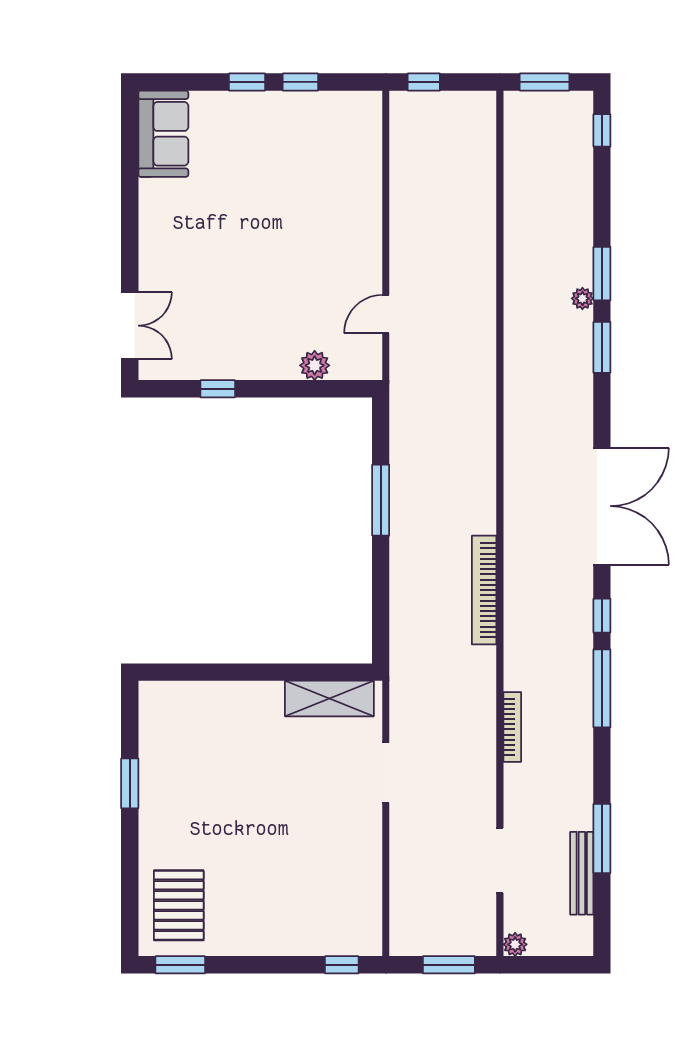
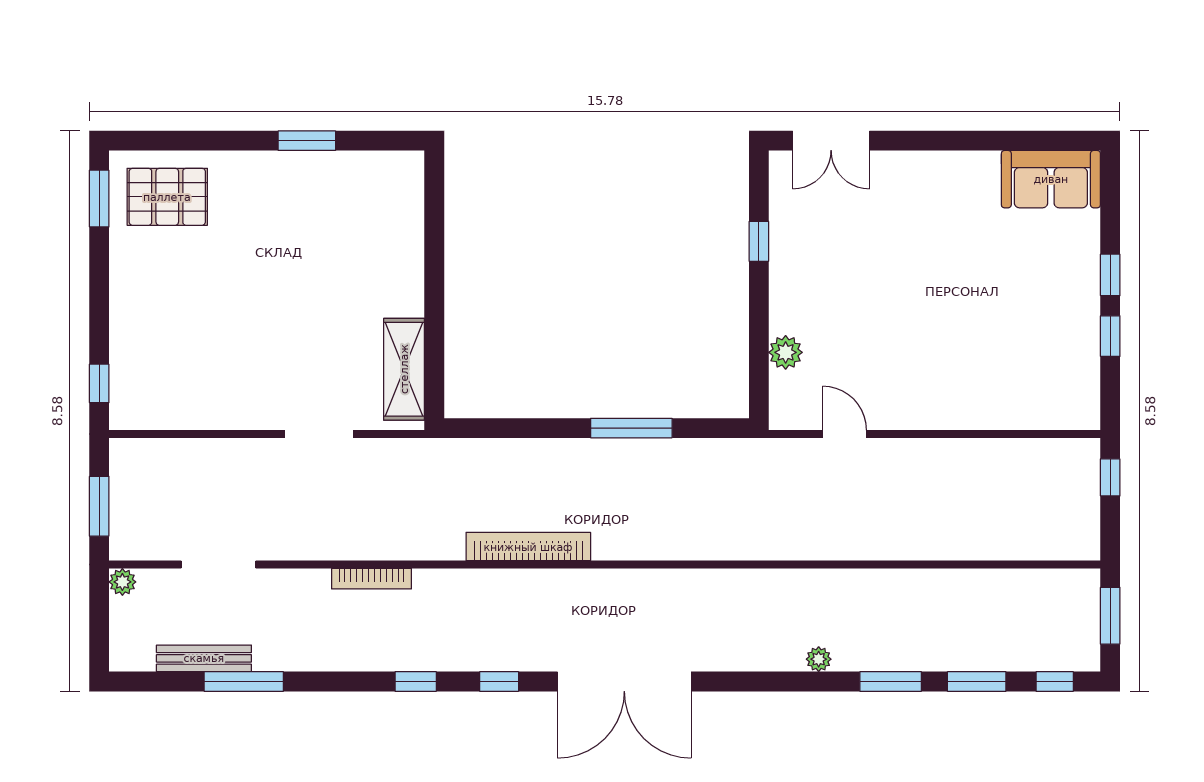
plant: (582, 298) -> (819, 659), moved
window: (602, 347) -> (977, 681), moved
window: (602, 688) -> (416, 681), width x0.46

